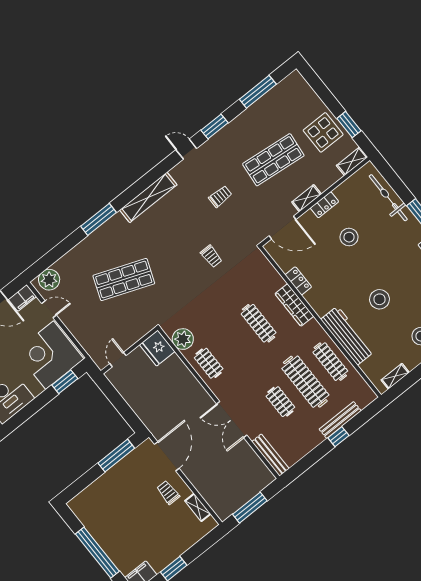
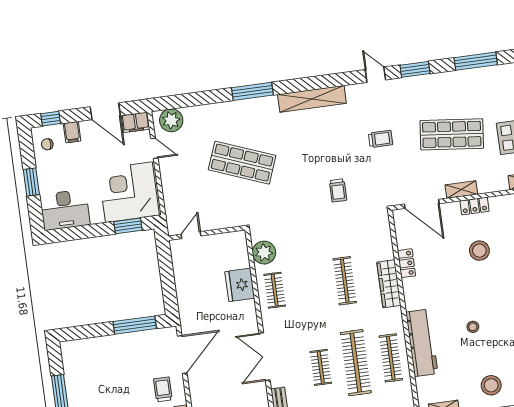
stool: (380, 299) -> (473, 327), width x0.53, depth x0.53
fridge: (157, 348) -> (240, 285), moved

